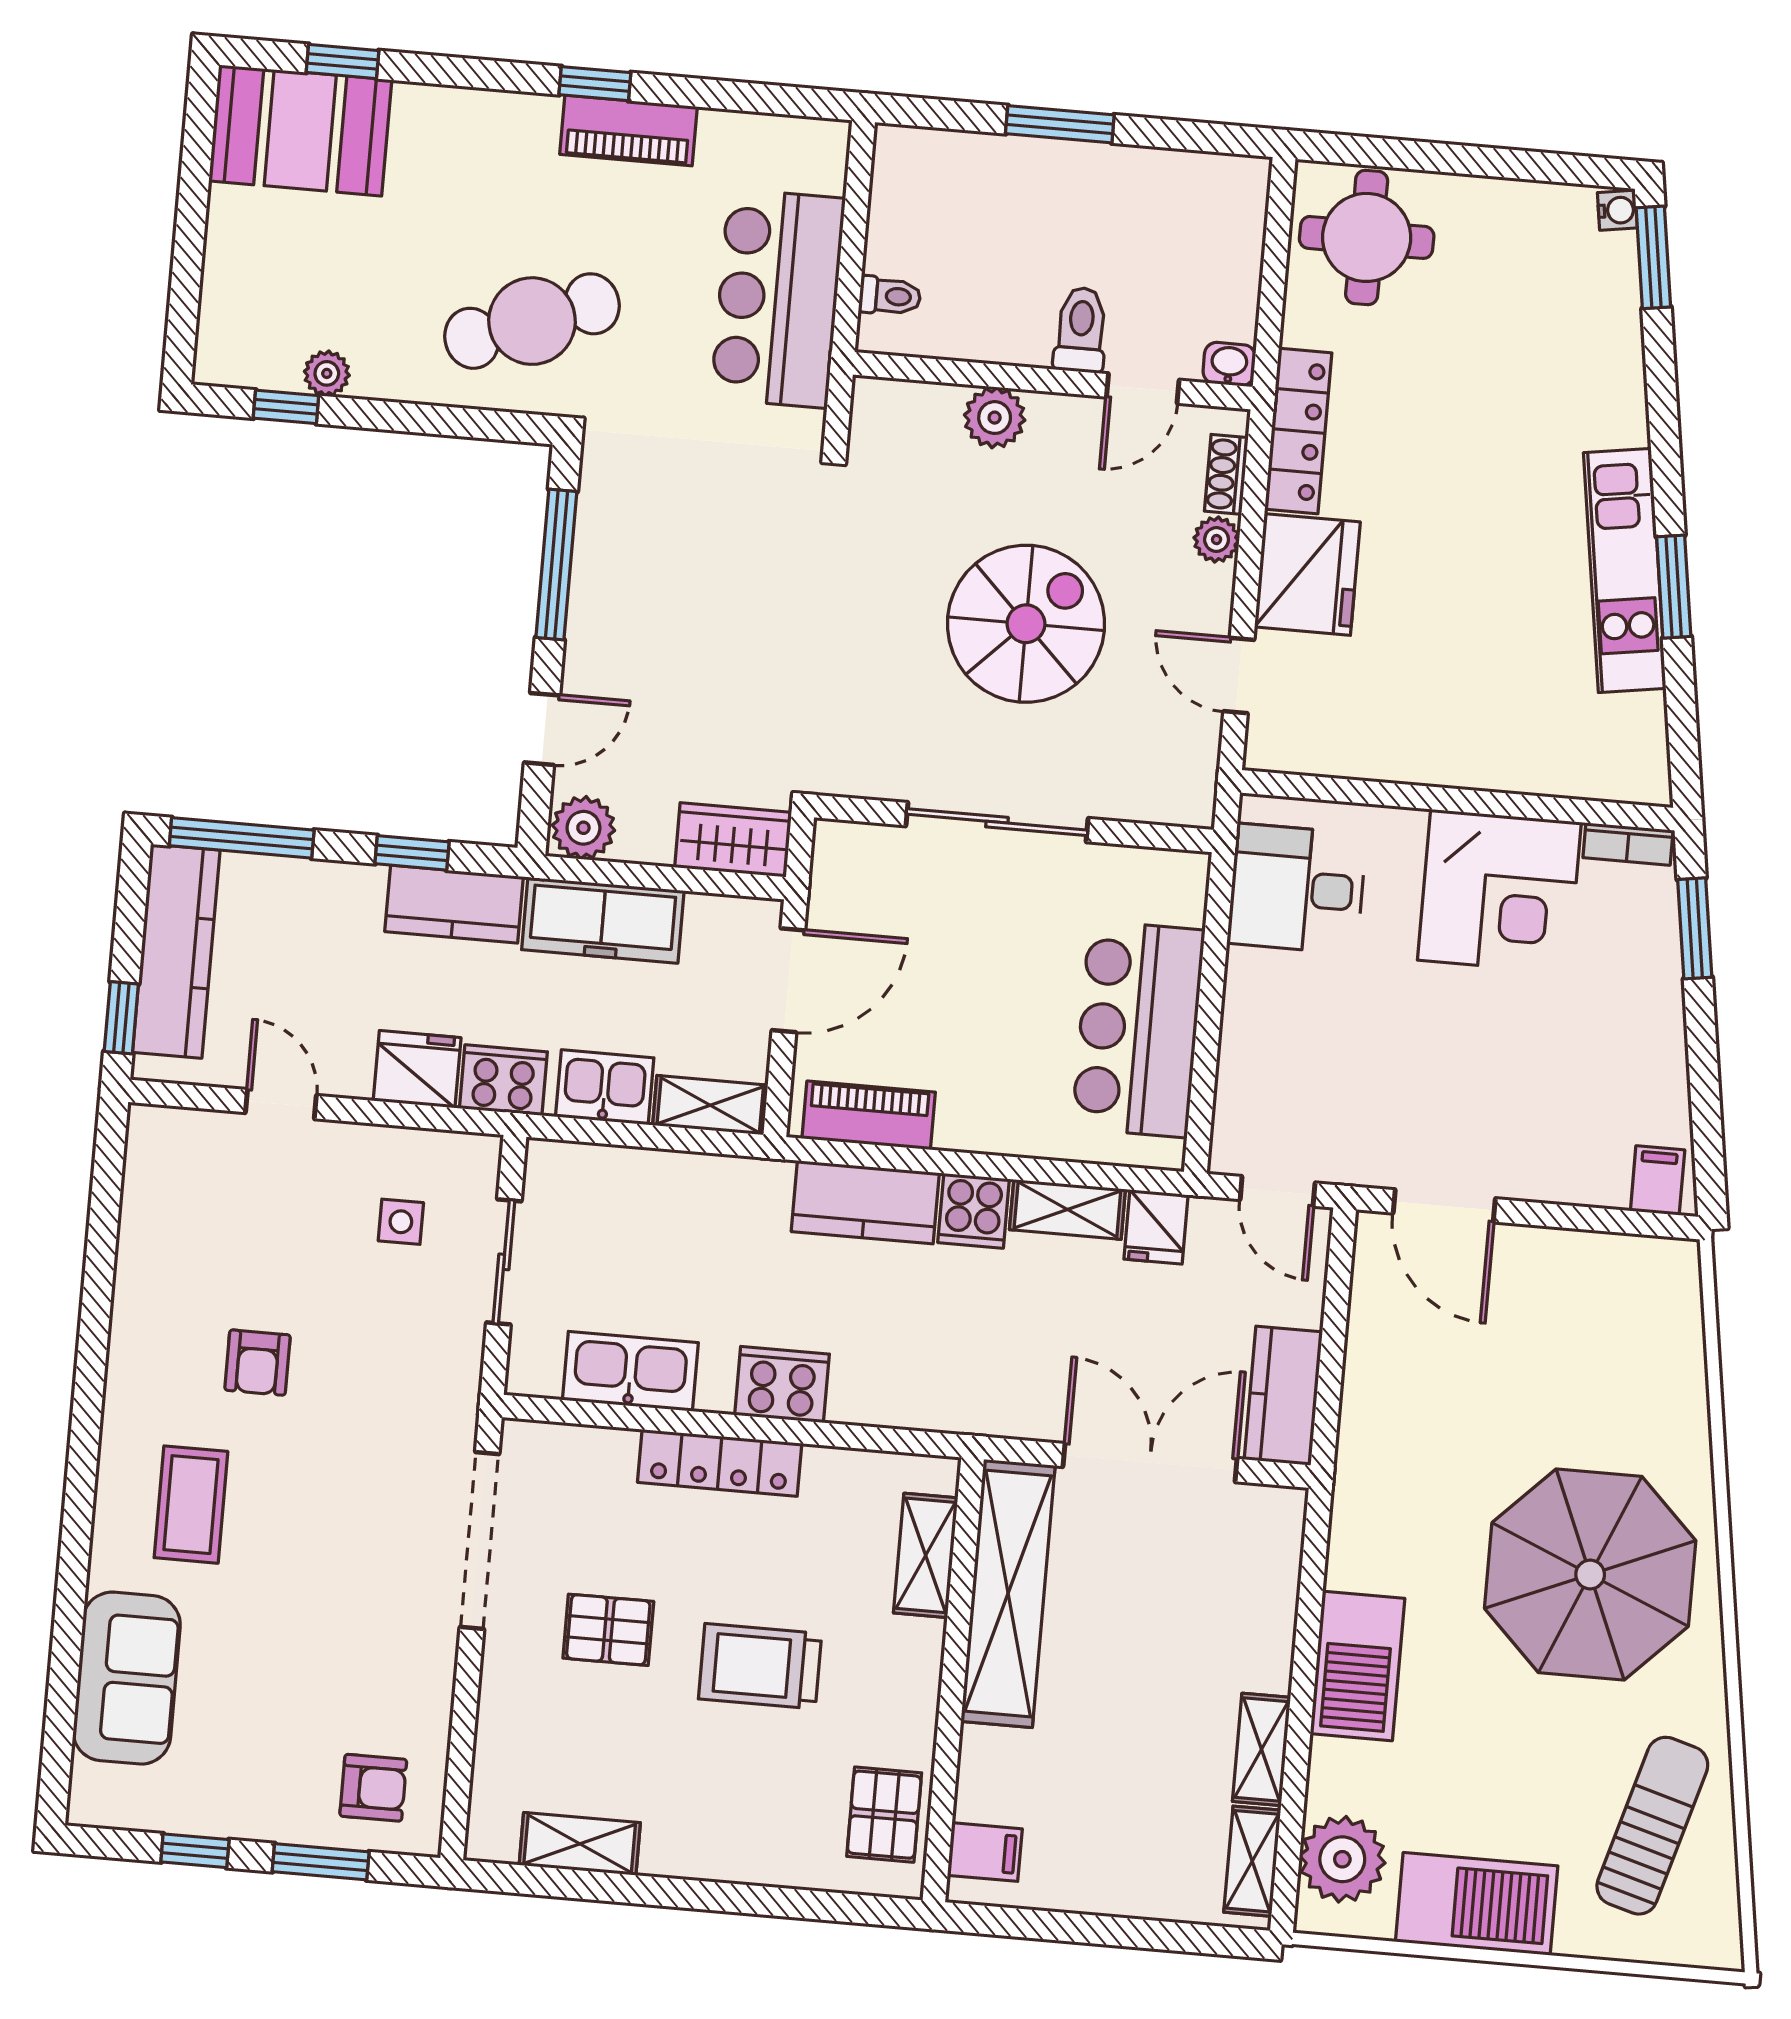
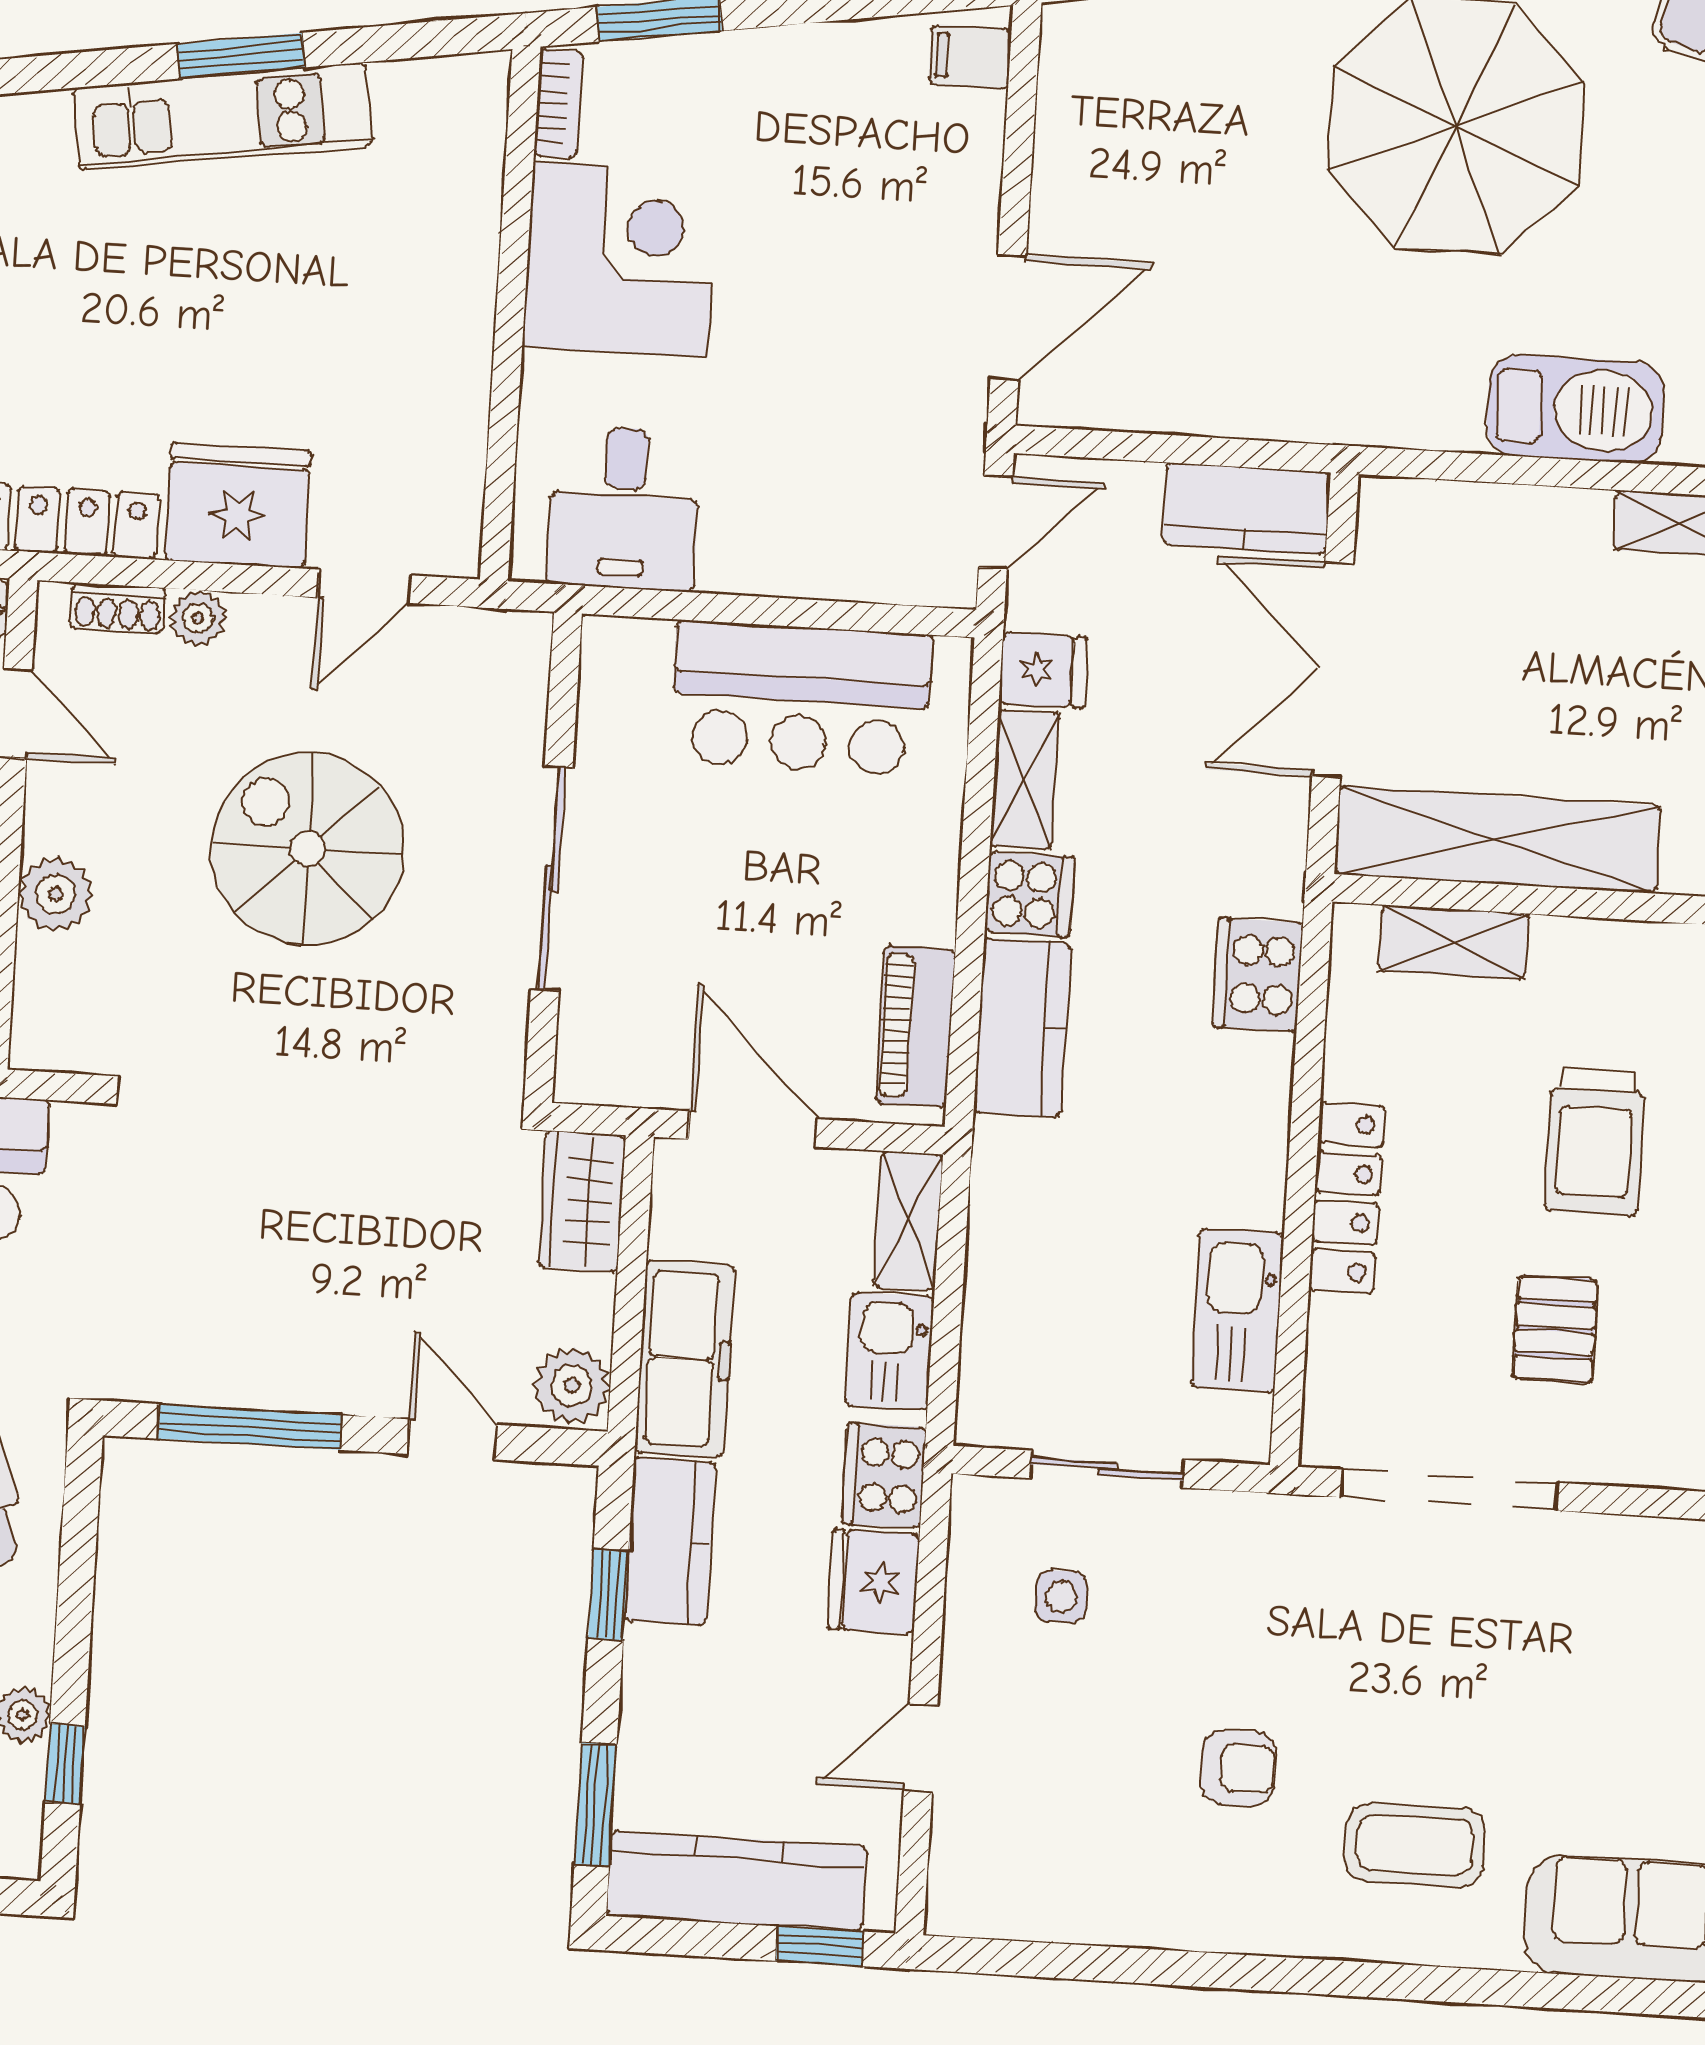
window: (242, 838) -> (595, 1804), width x0.69
cooker: (782, 1384) -> (1258, 975), moved

